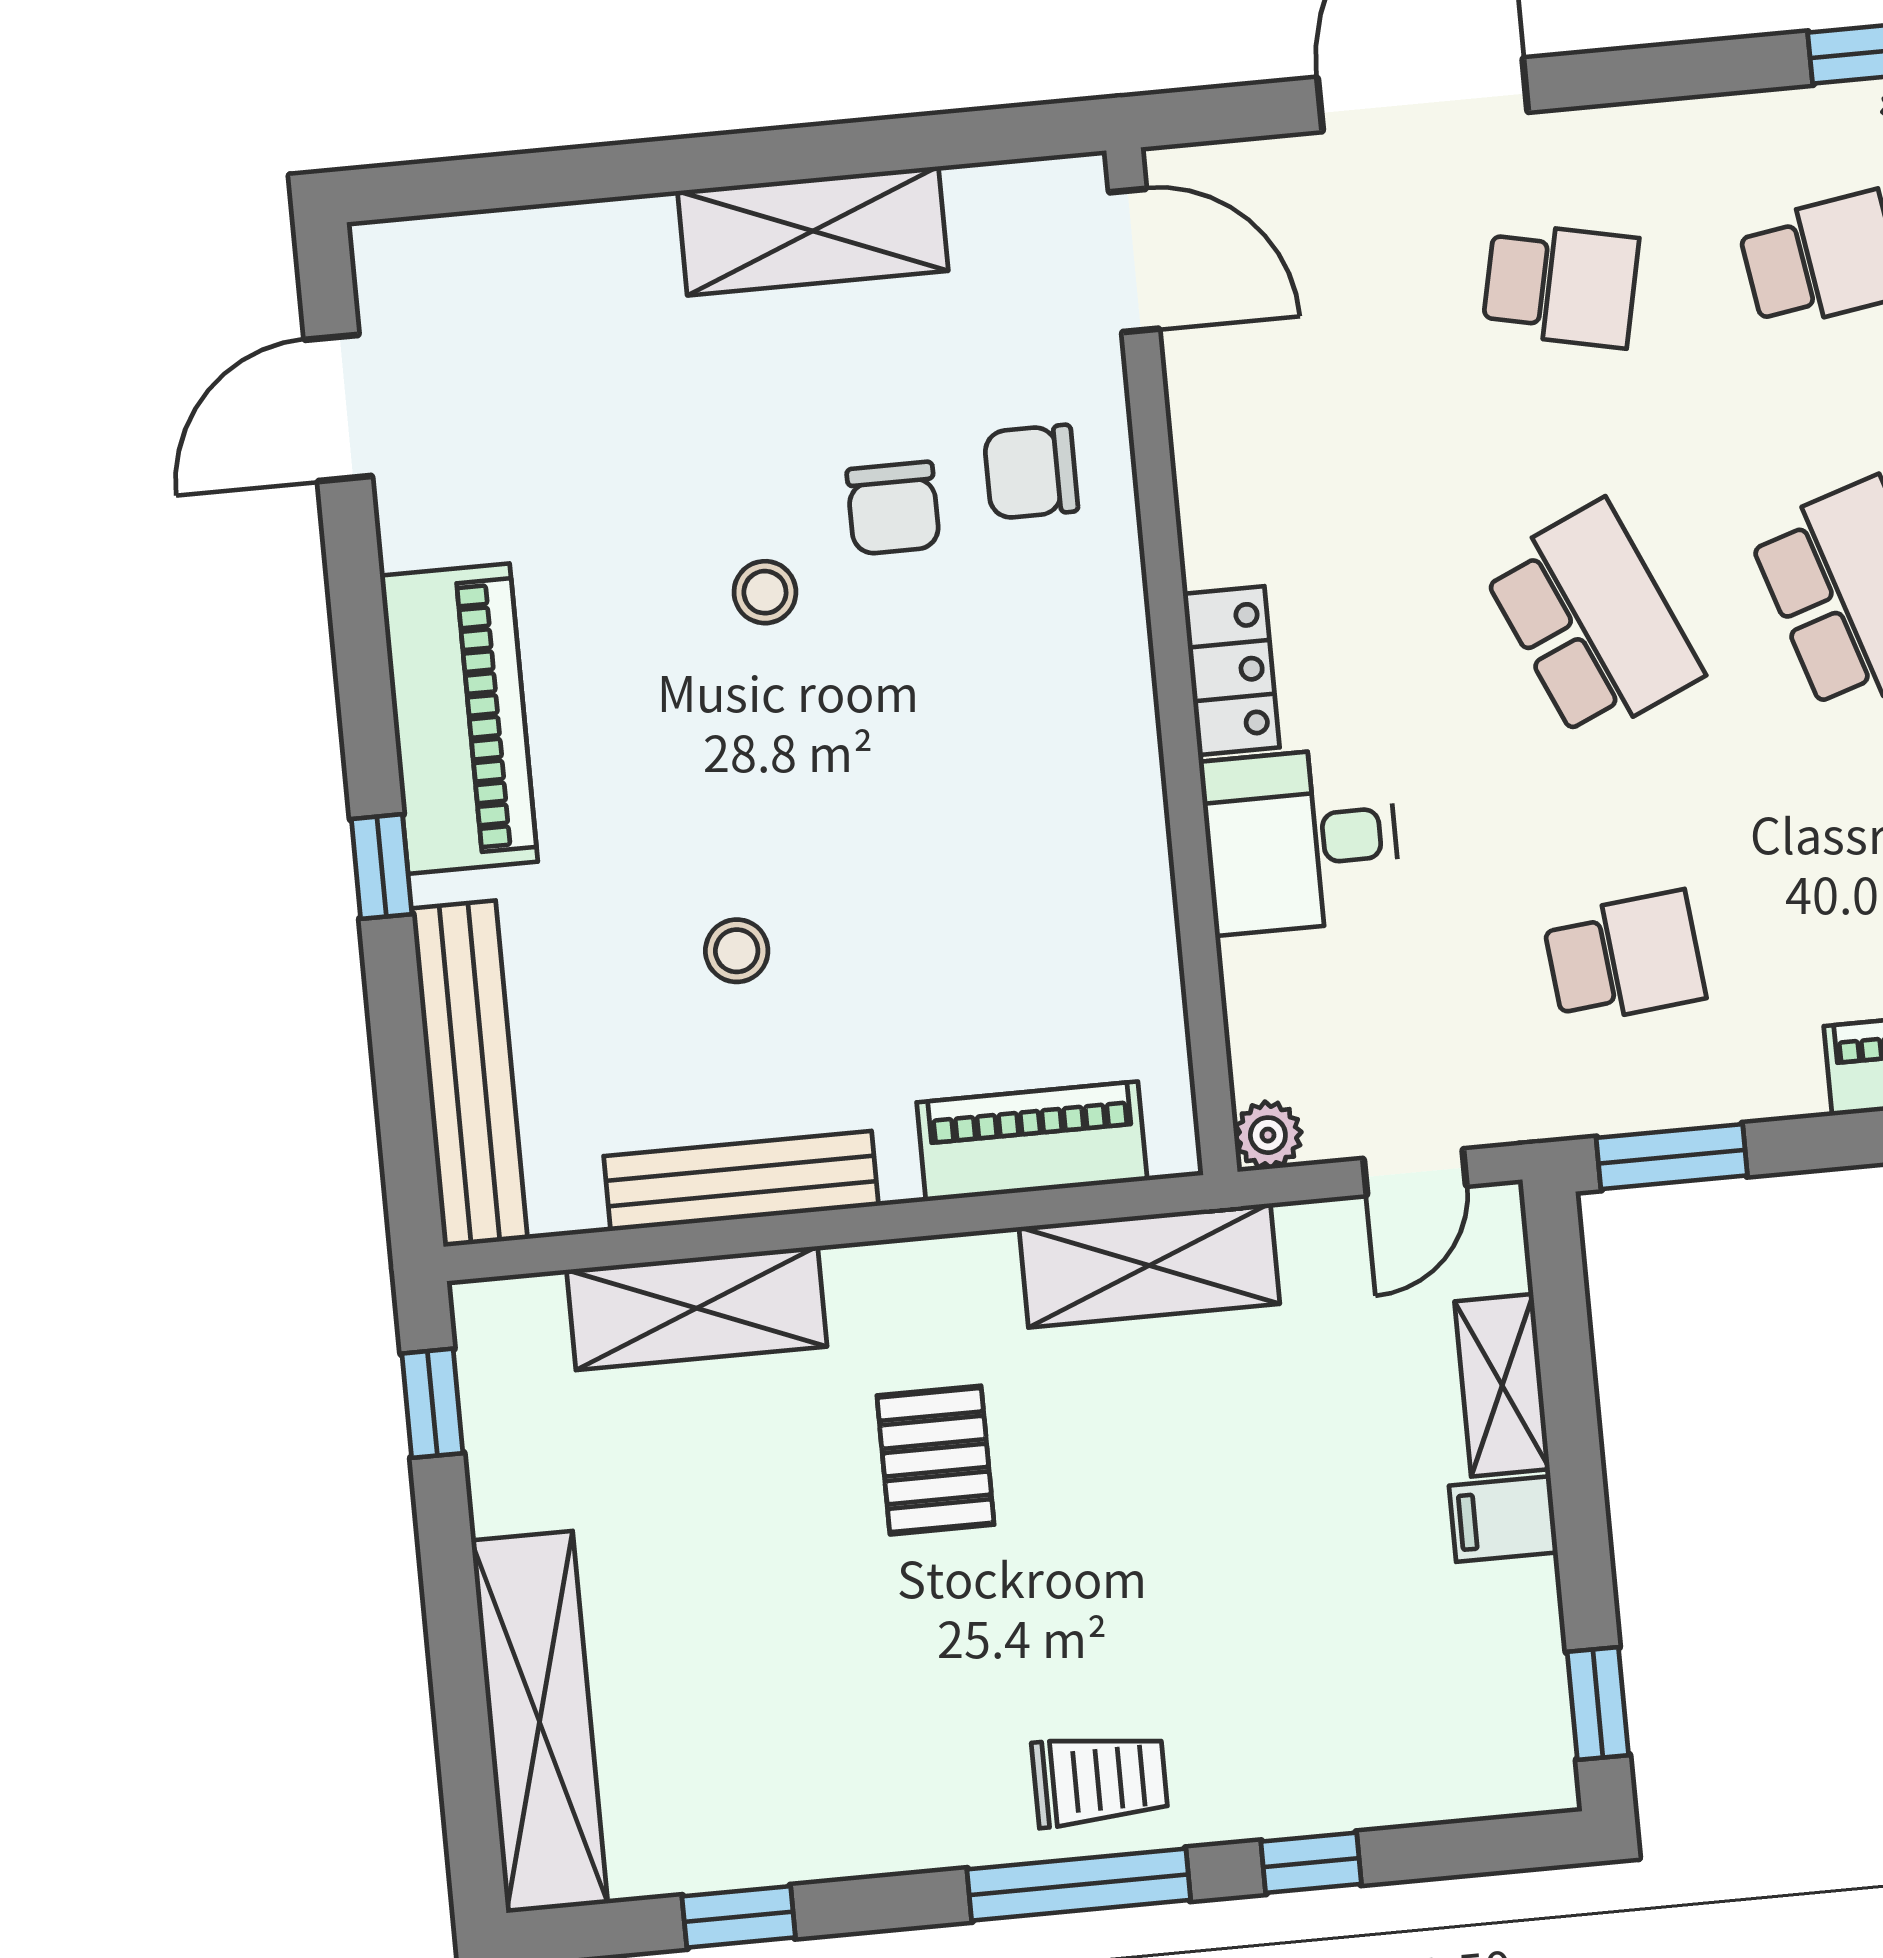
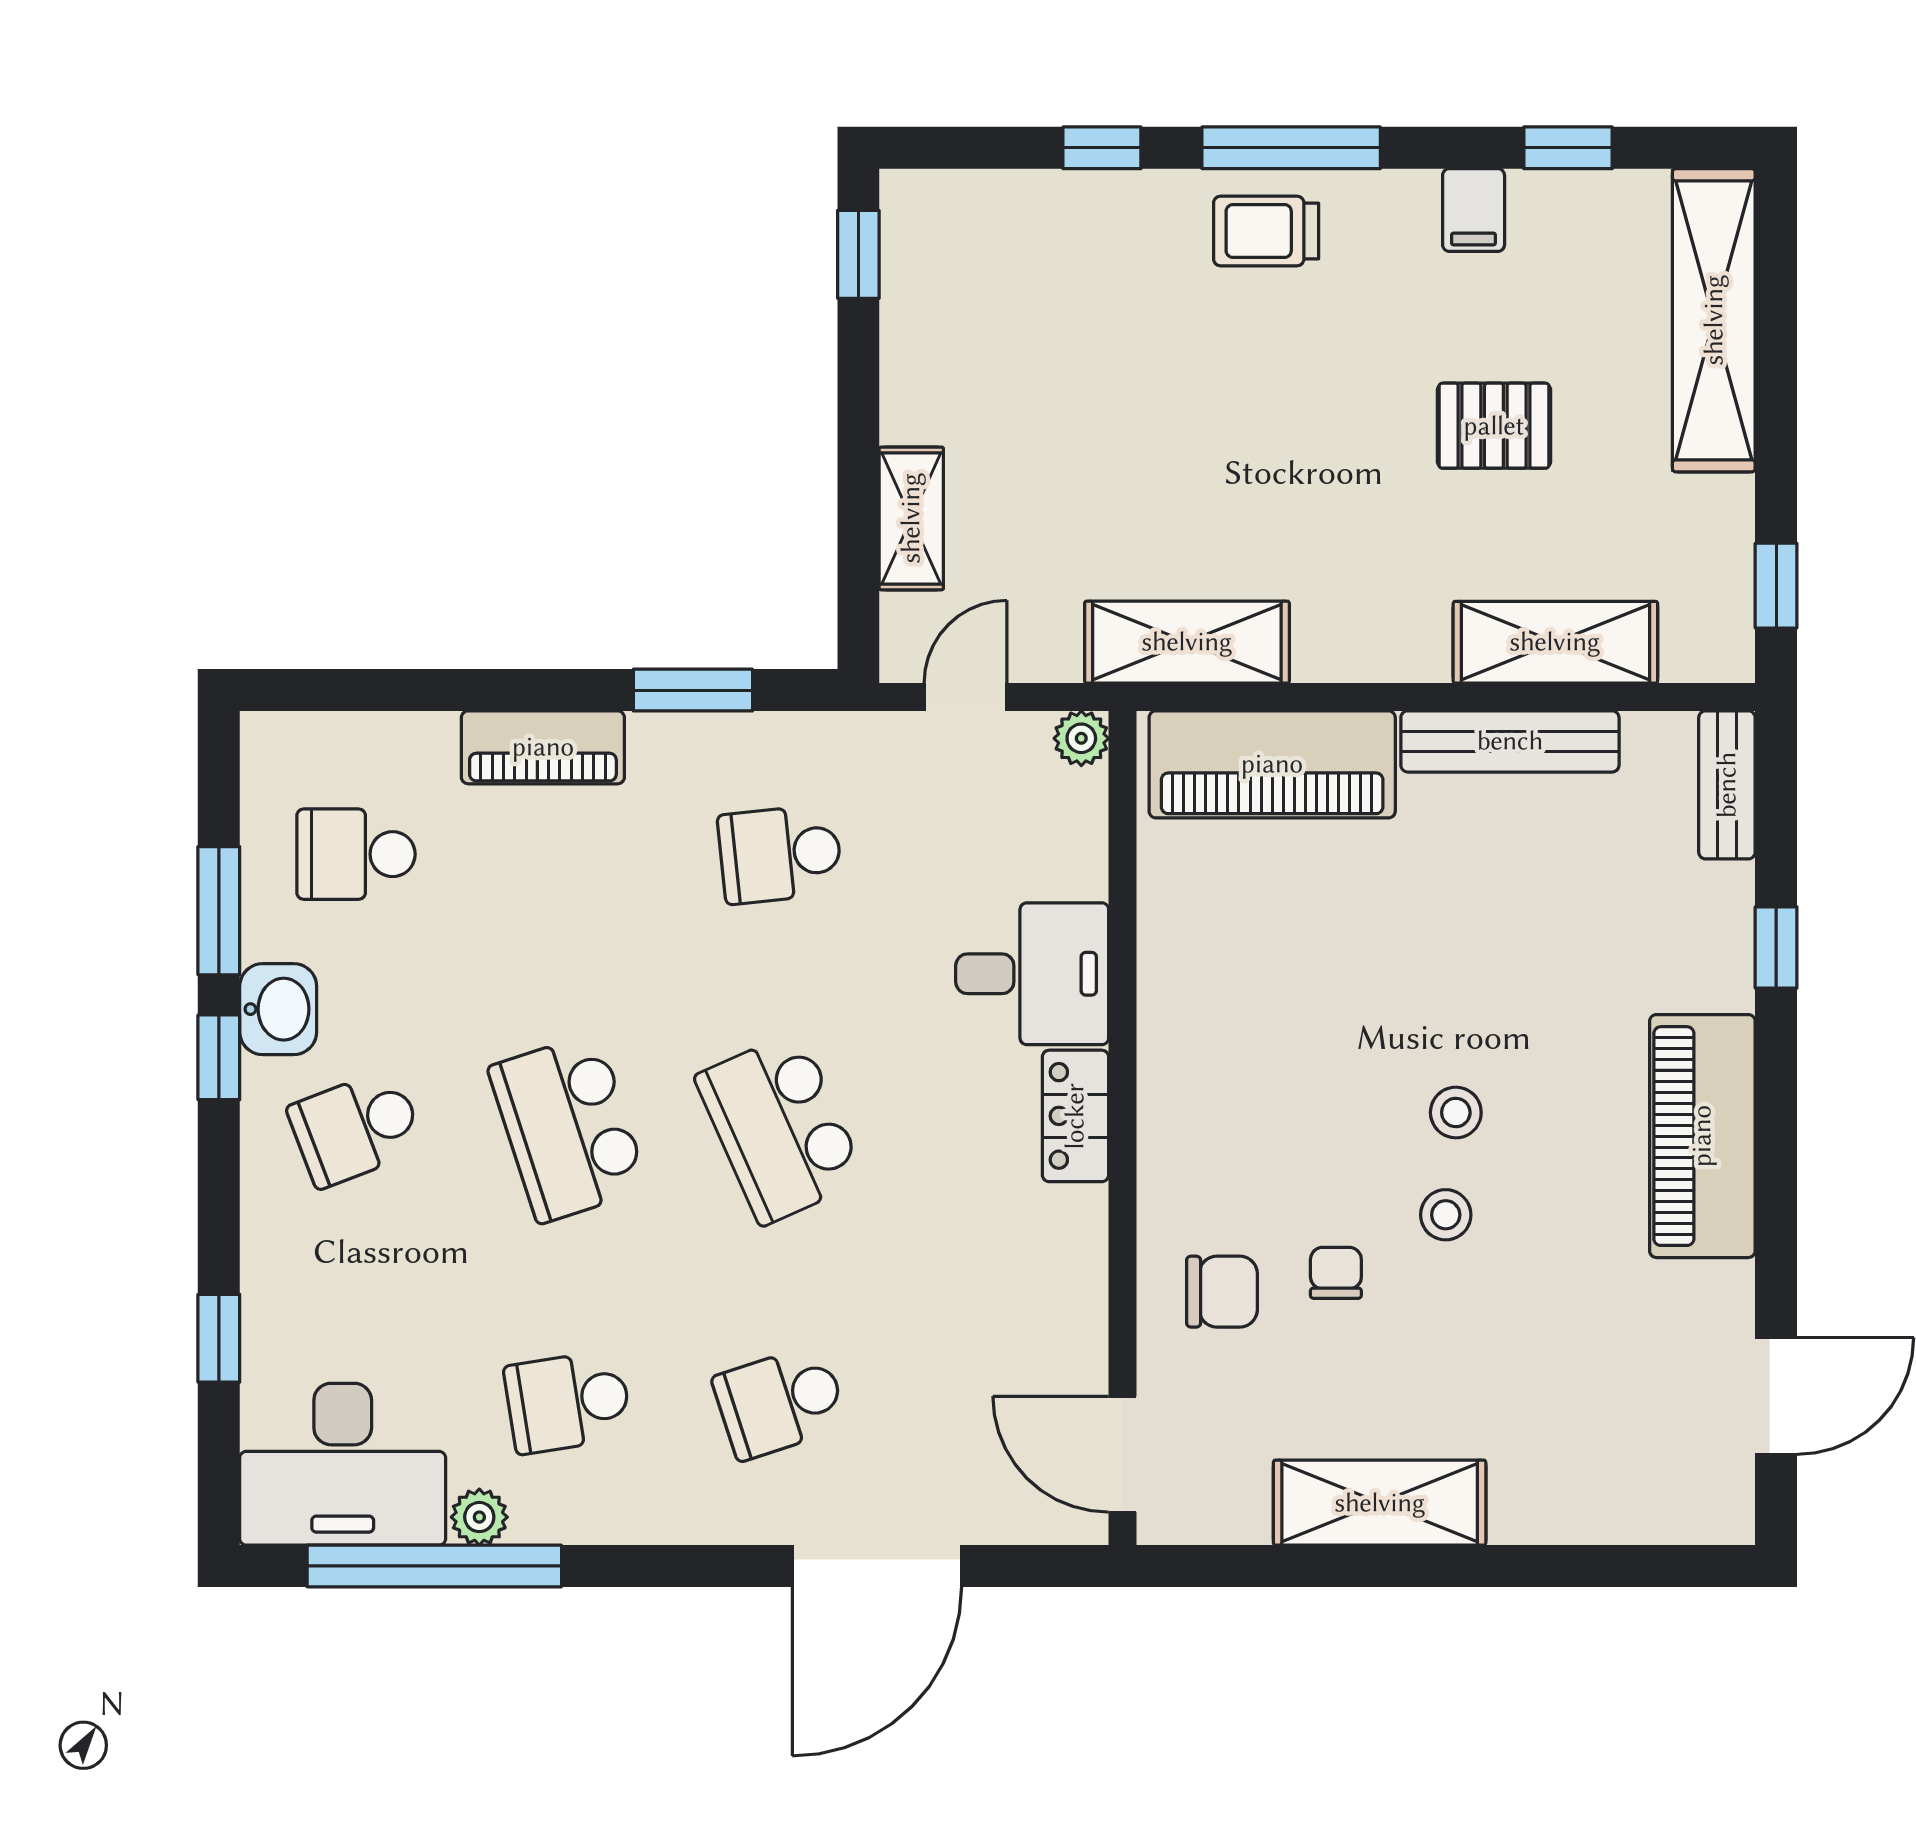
school desk: (1561, 285) -> (780, 1402), turned -30
chair: (893, 508) -> (1336, 1273), width x0.73, depth x0.73
window: (382, 867) -> (1776, 947), moved
stool: (737, 951) -> (1456, 1113), moved
bench: (470, 1074) -> (1727, 785), width x0.54, depth x0.82
piano: (1032, 1141) -> (1272, 764), width x1.37, depth x1.33
window: (1672, 1157) -> (693, 690), moved
pallet: (936, 1460) -> (1494, 426), moved, turned 90
filing cabinet: (1503, 1519) -> (1474, 210), moved, turned 90

